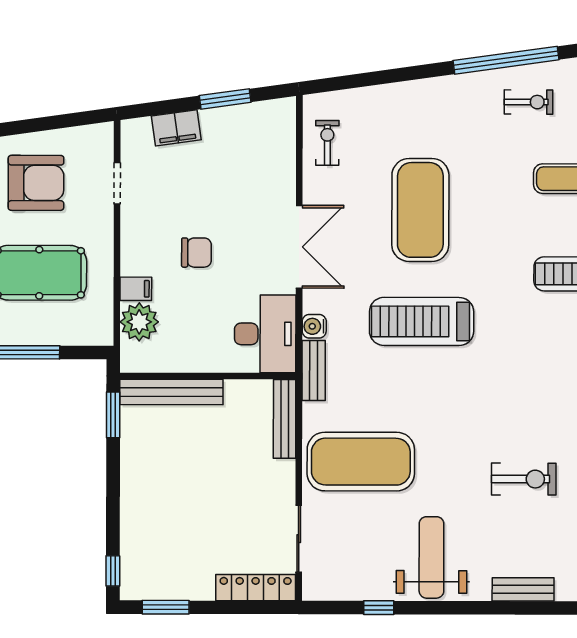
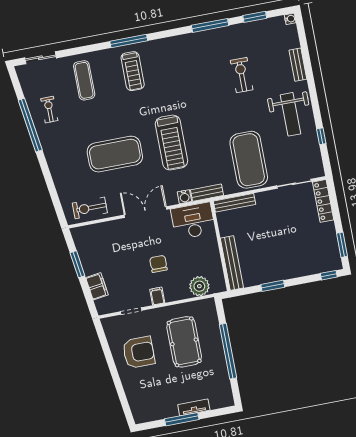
exercise bike: (327, 143) -> (90, 208), width x1.38, depth x1.39
armchair: (36, 183) -> (139, 352), turned 90
filing cabinet: (136, 289) -> (157, 296), moved
window: (113, 415) -> (273, 286), moved
weight bench: (431, 557) -> (291, 114), turned -90

